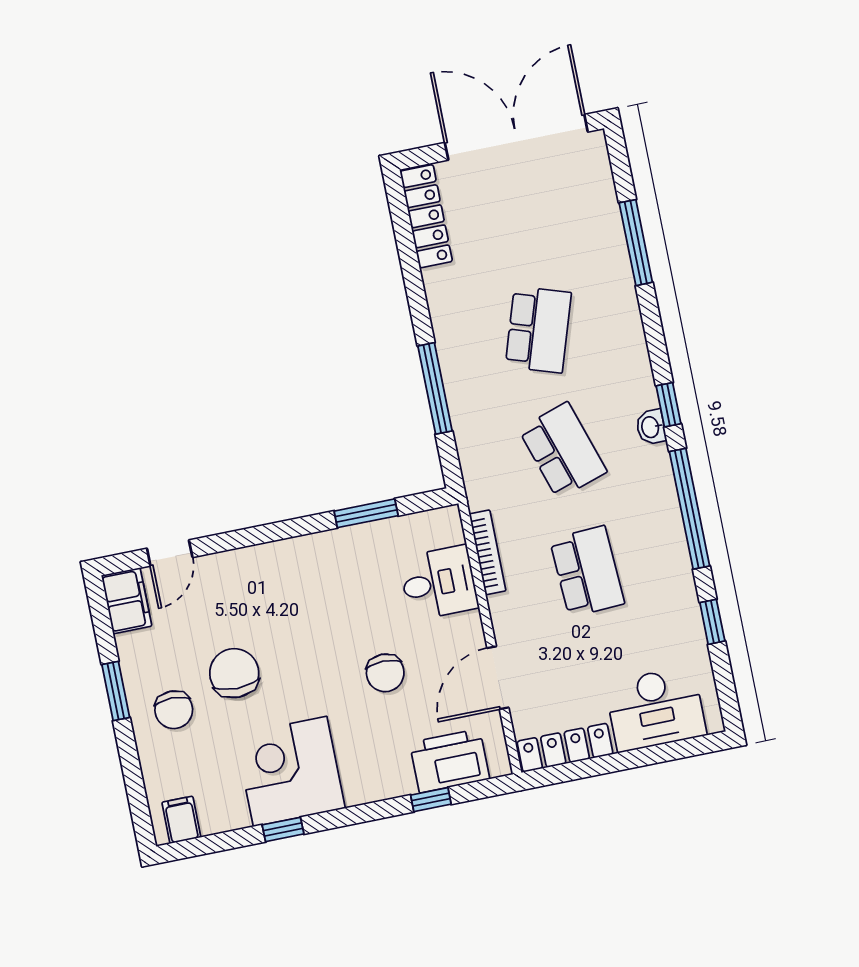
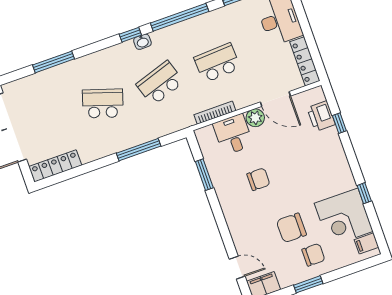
plant: (466, 632) -> (255, 118), added
chair: (385, 673) -> (258, 179), moved
printer: (450, 761) -> (321, 116), width x0.73, depth x0.84
corner desk: (290, 771) -> (344, 217), moved

